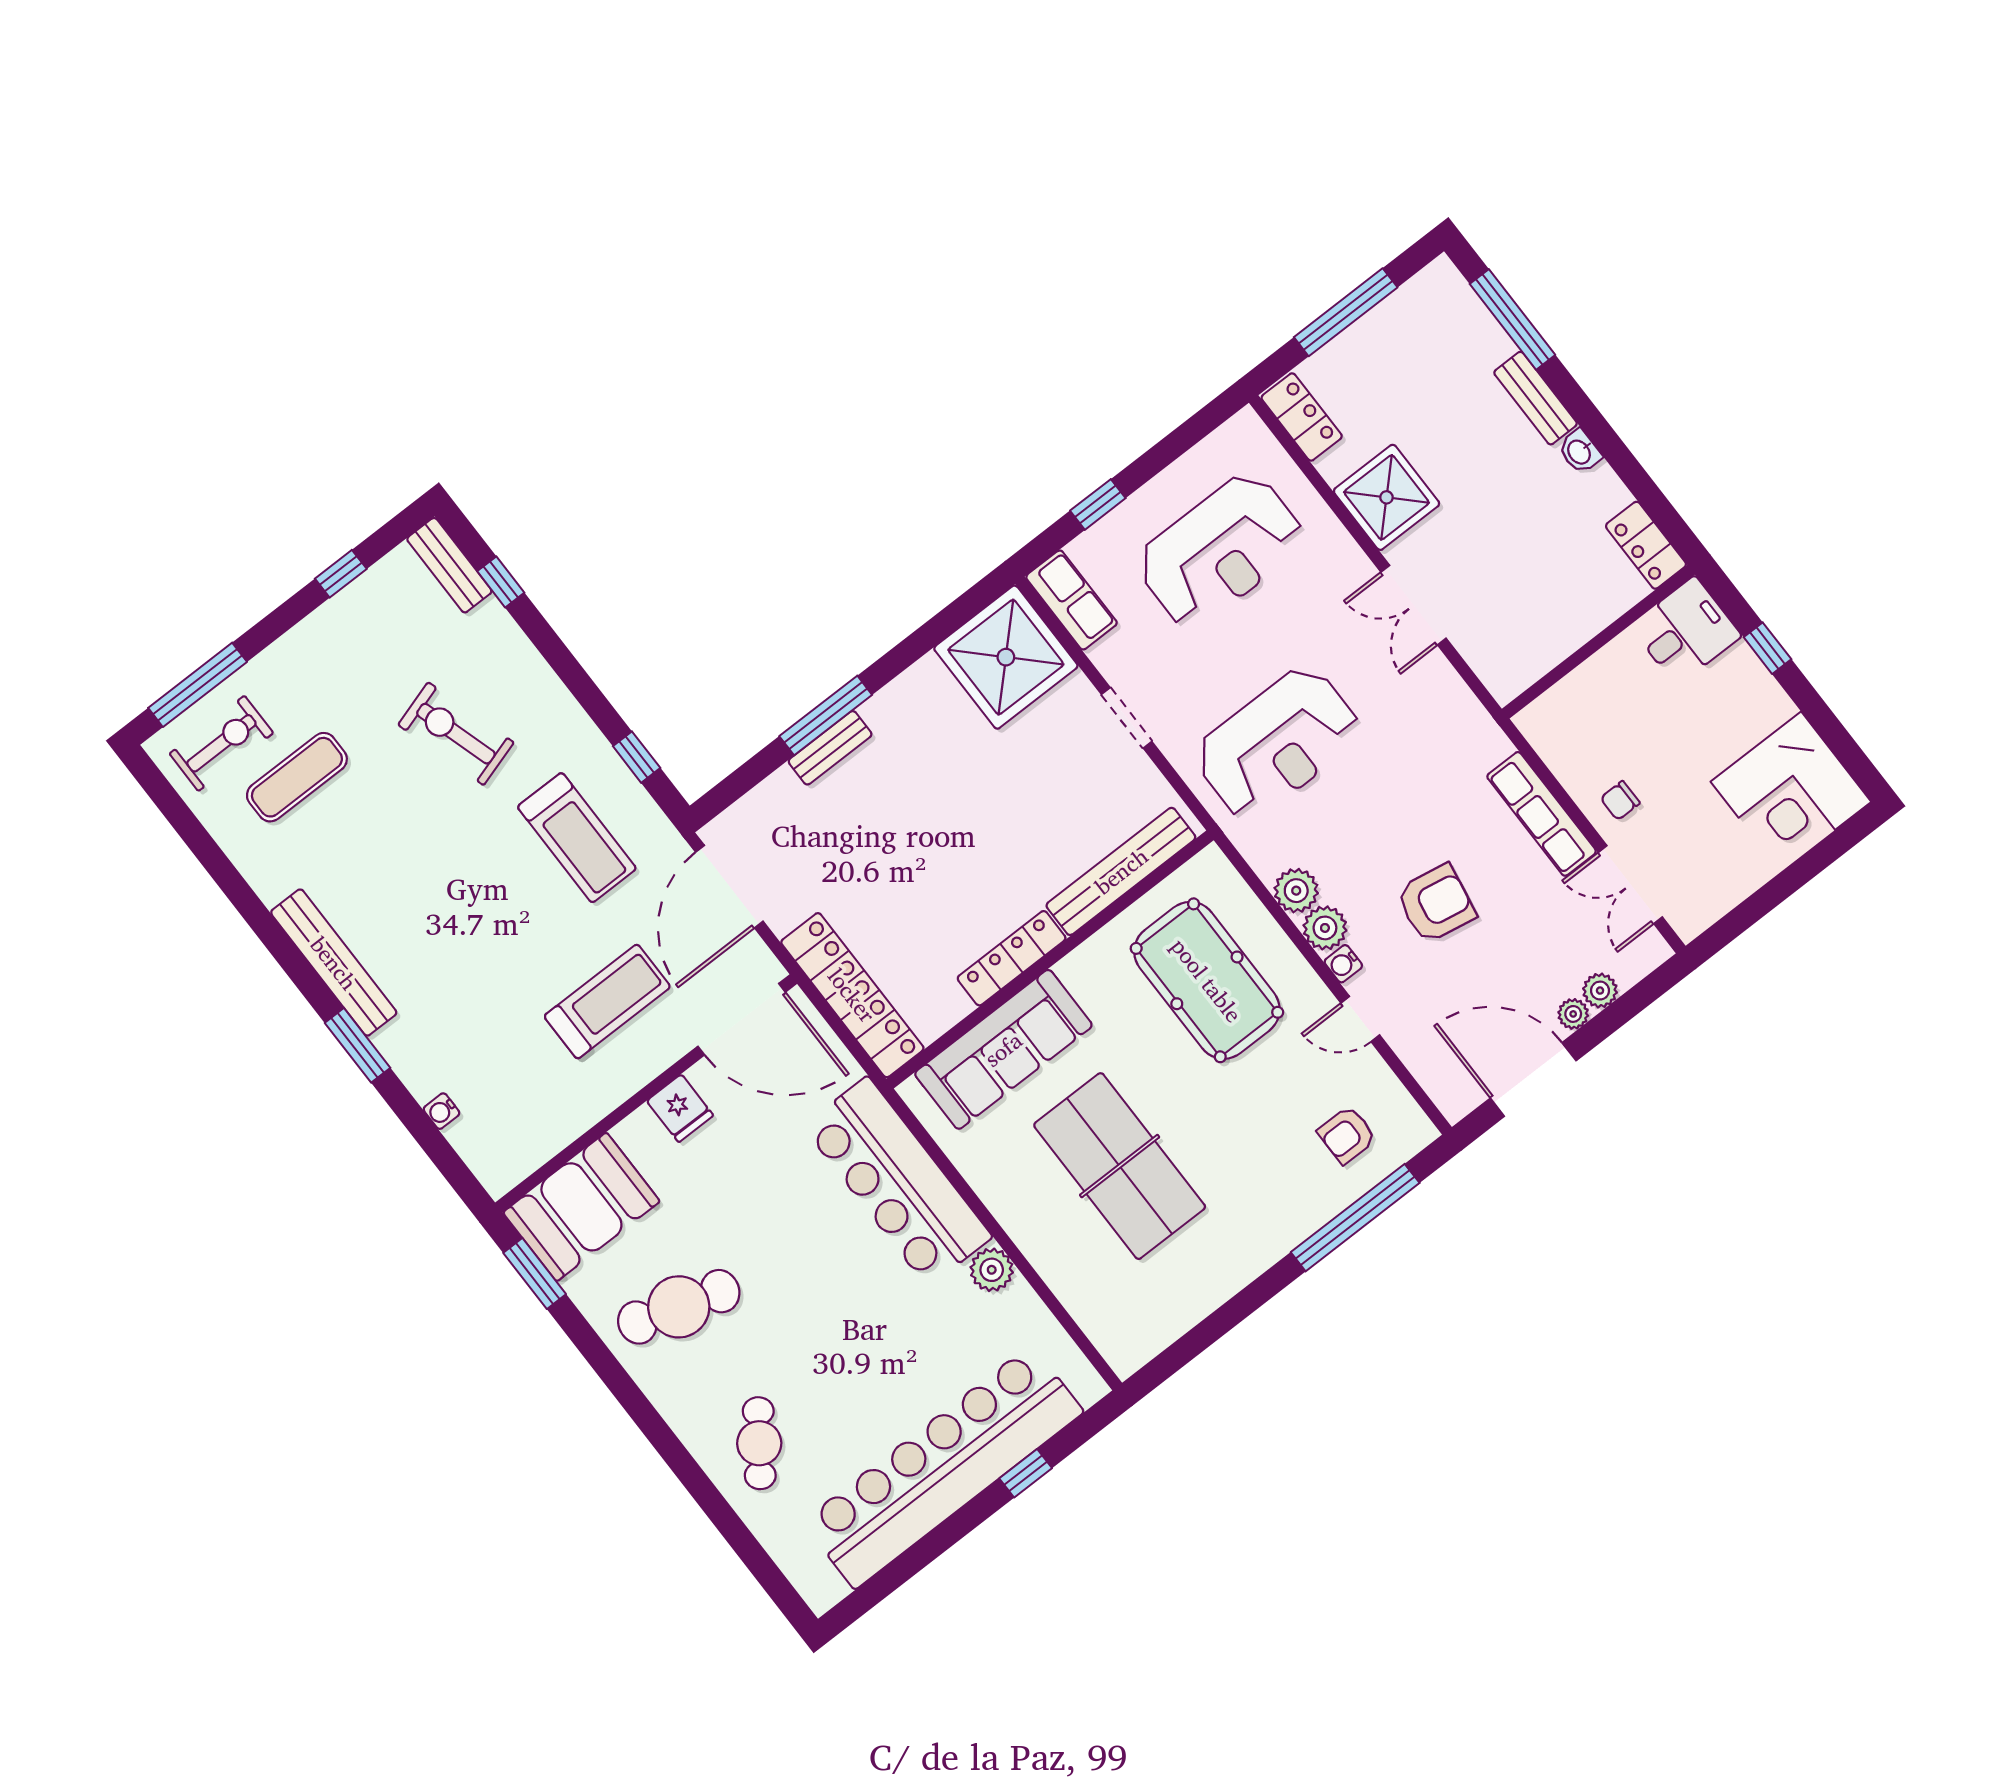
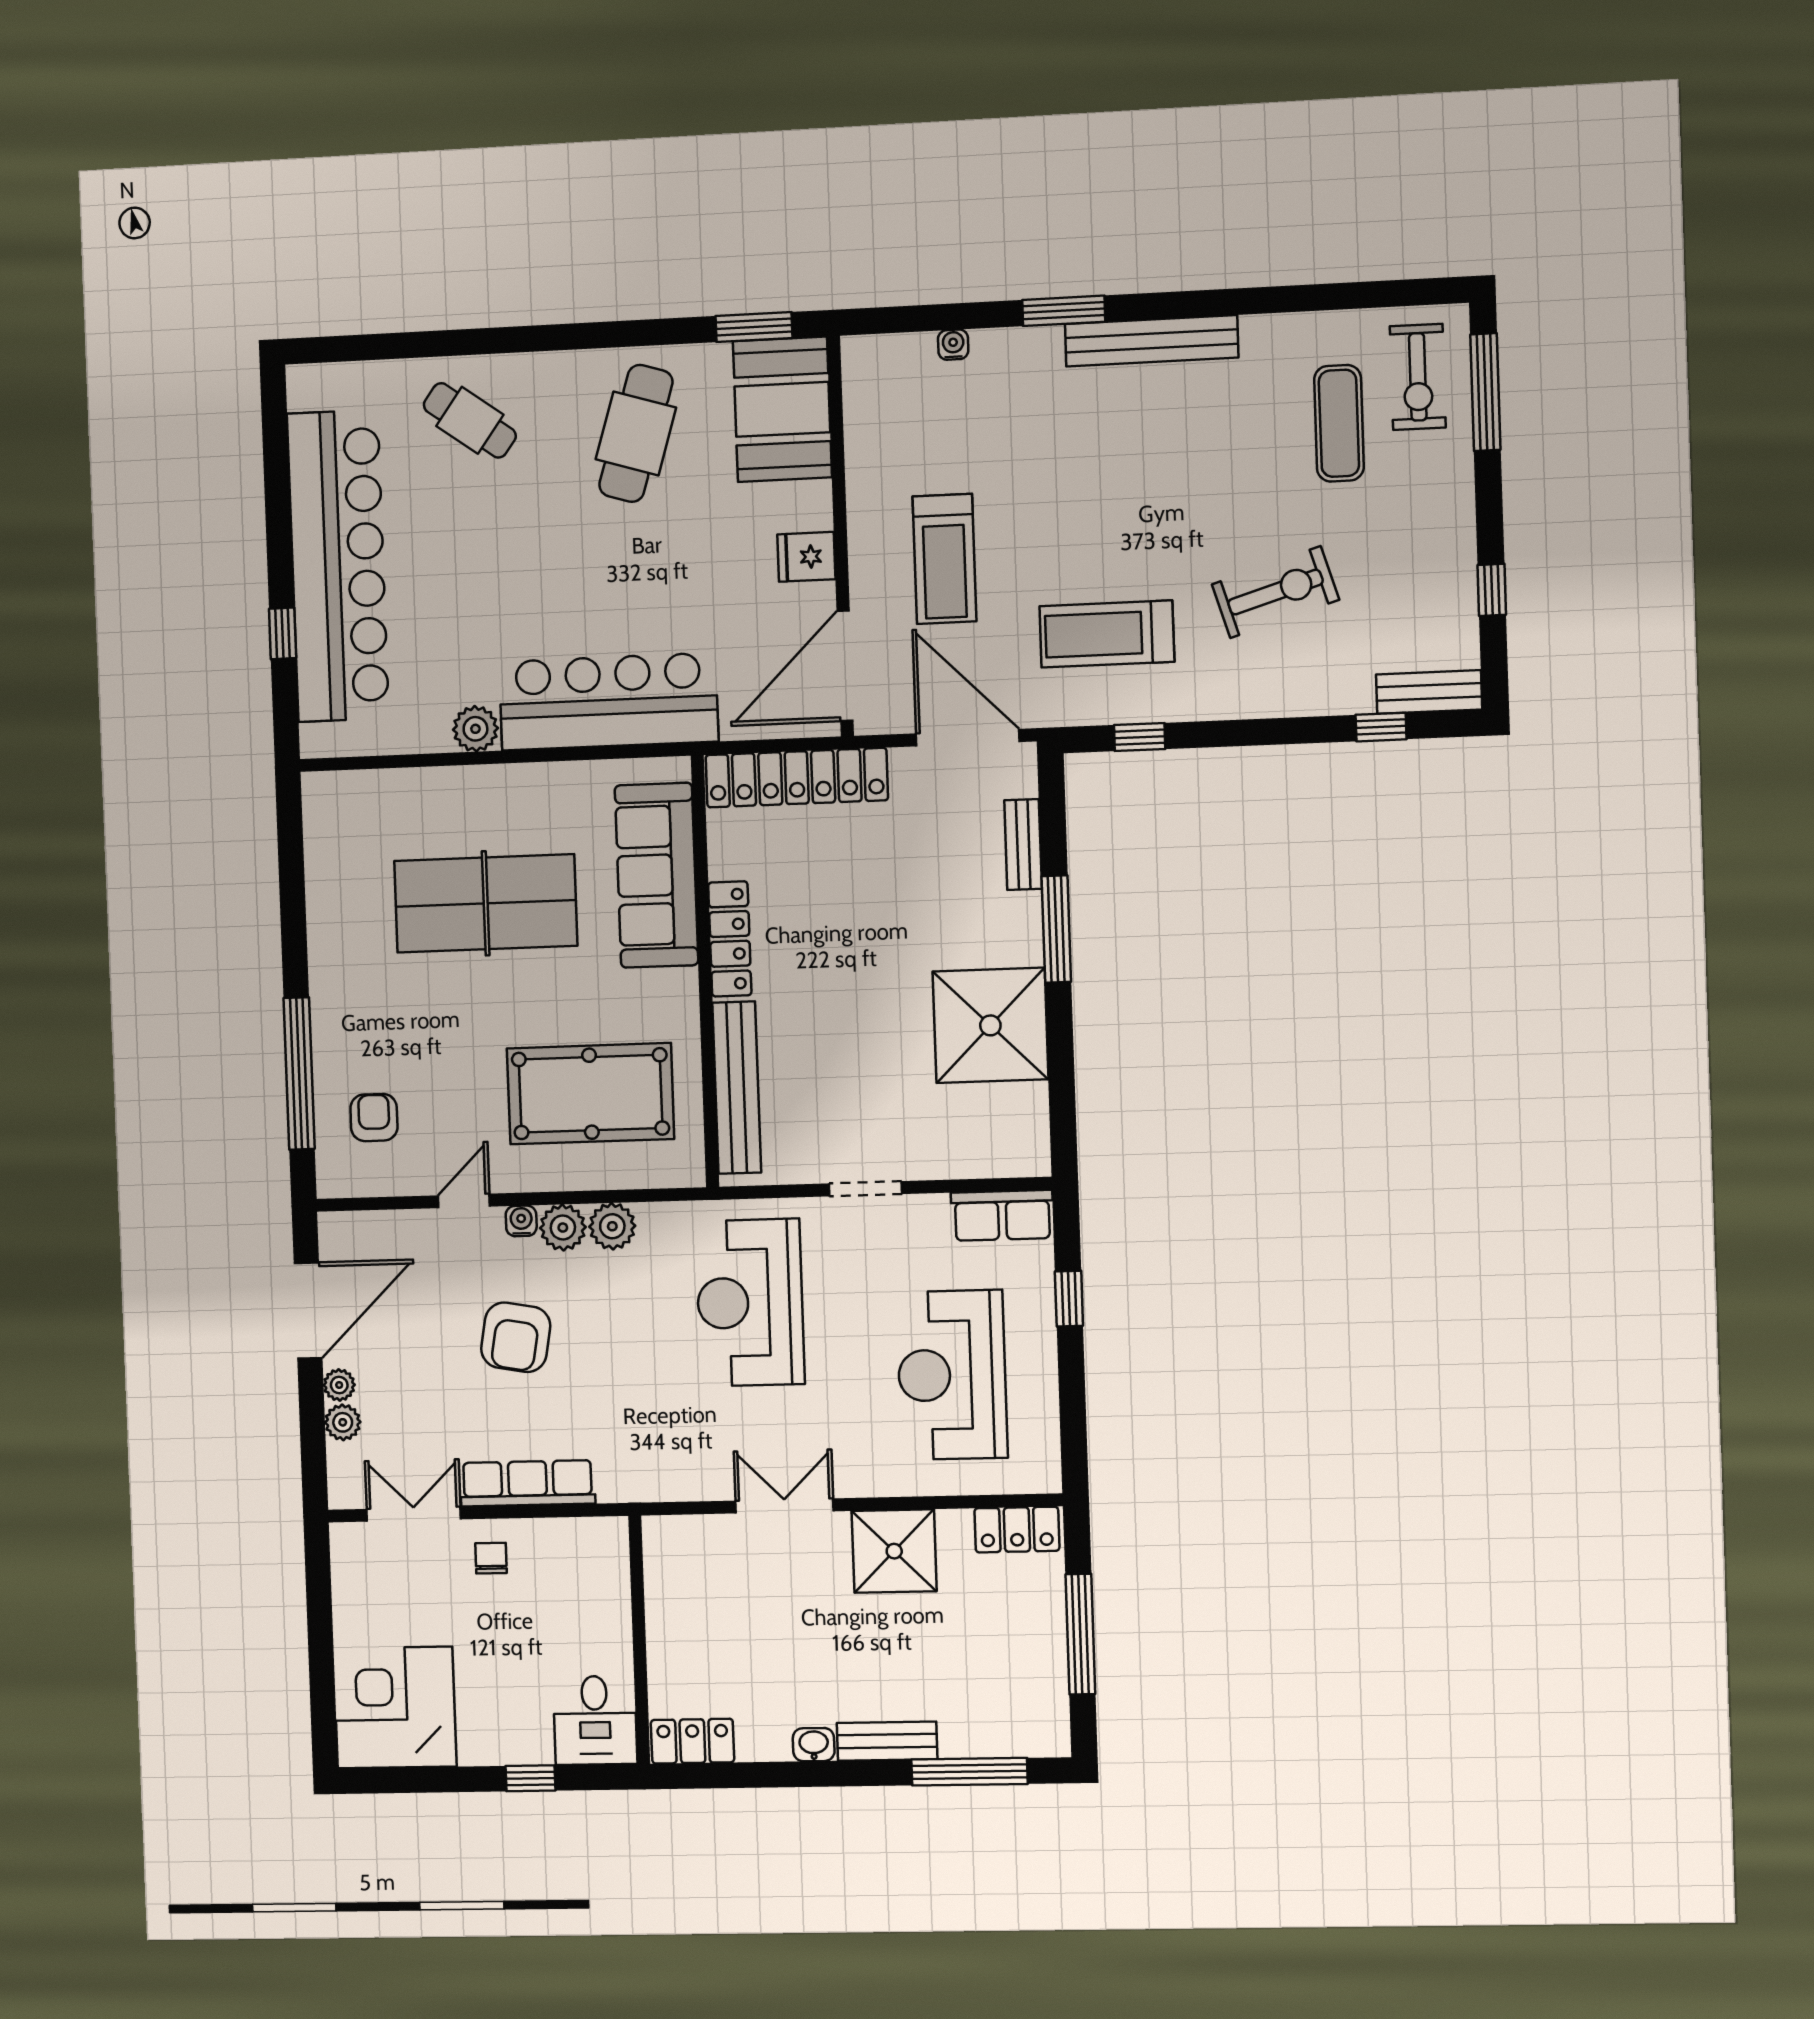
shower: (1006, 657) -> (990, 1025), moved
bench: (830, 748) -> (1023, 845), moved

